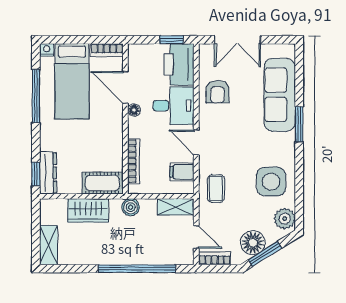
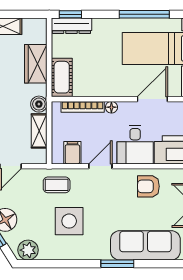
floor lamp: (134, 110) -> (111, 107), moved
side table: (271, 182) -> (69, 221), moved
shelving: (176, 207) -> (39, 131), moved

